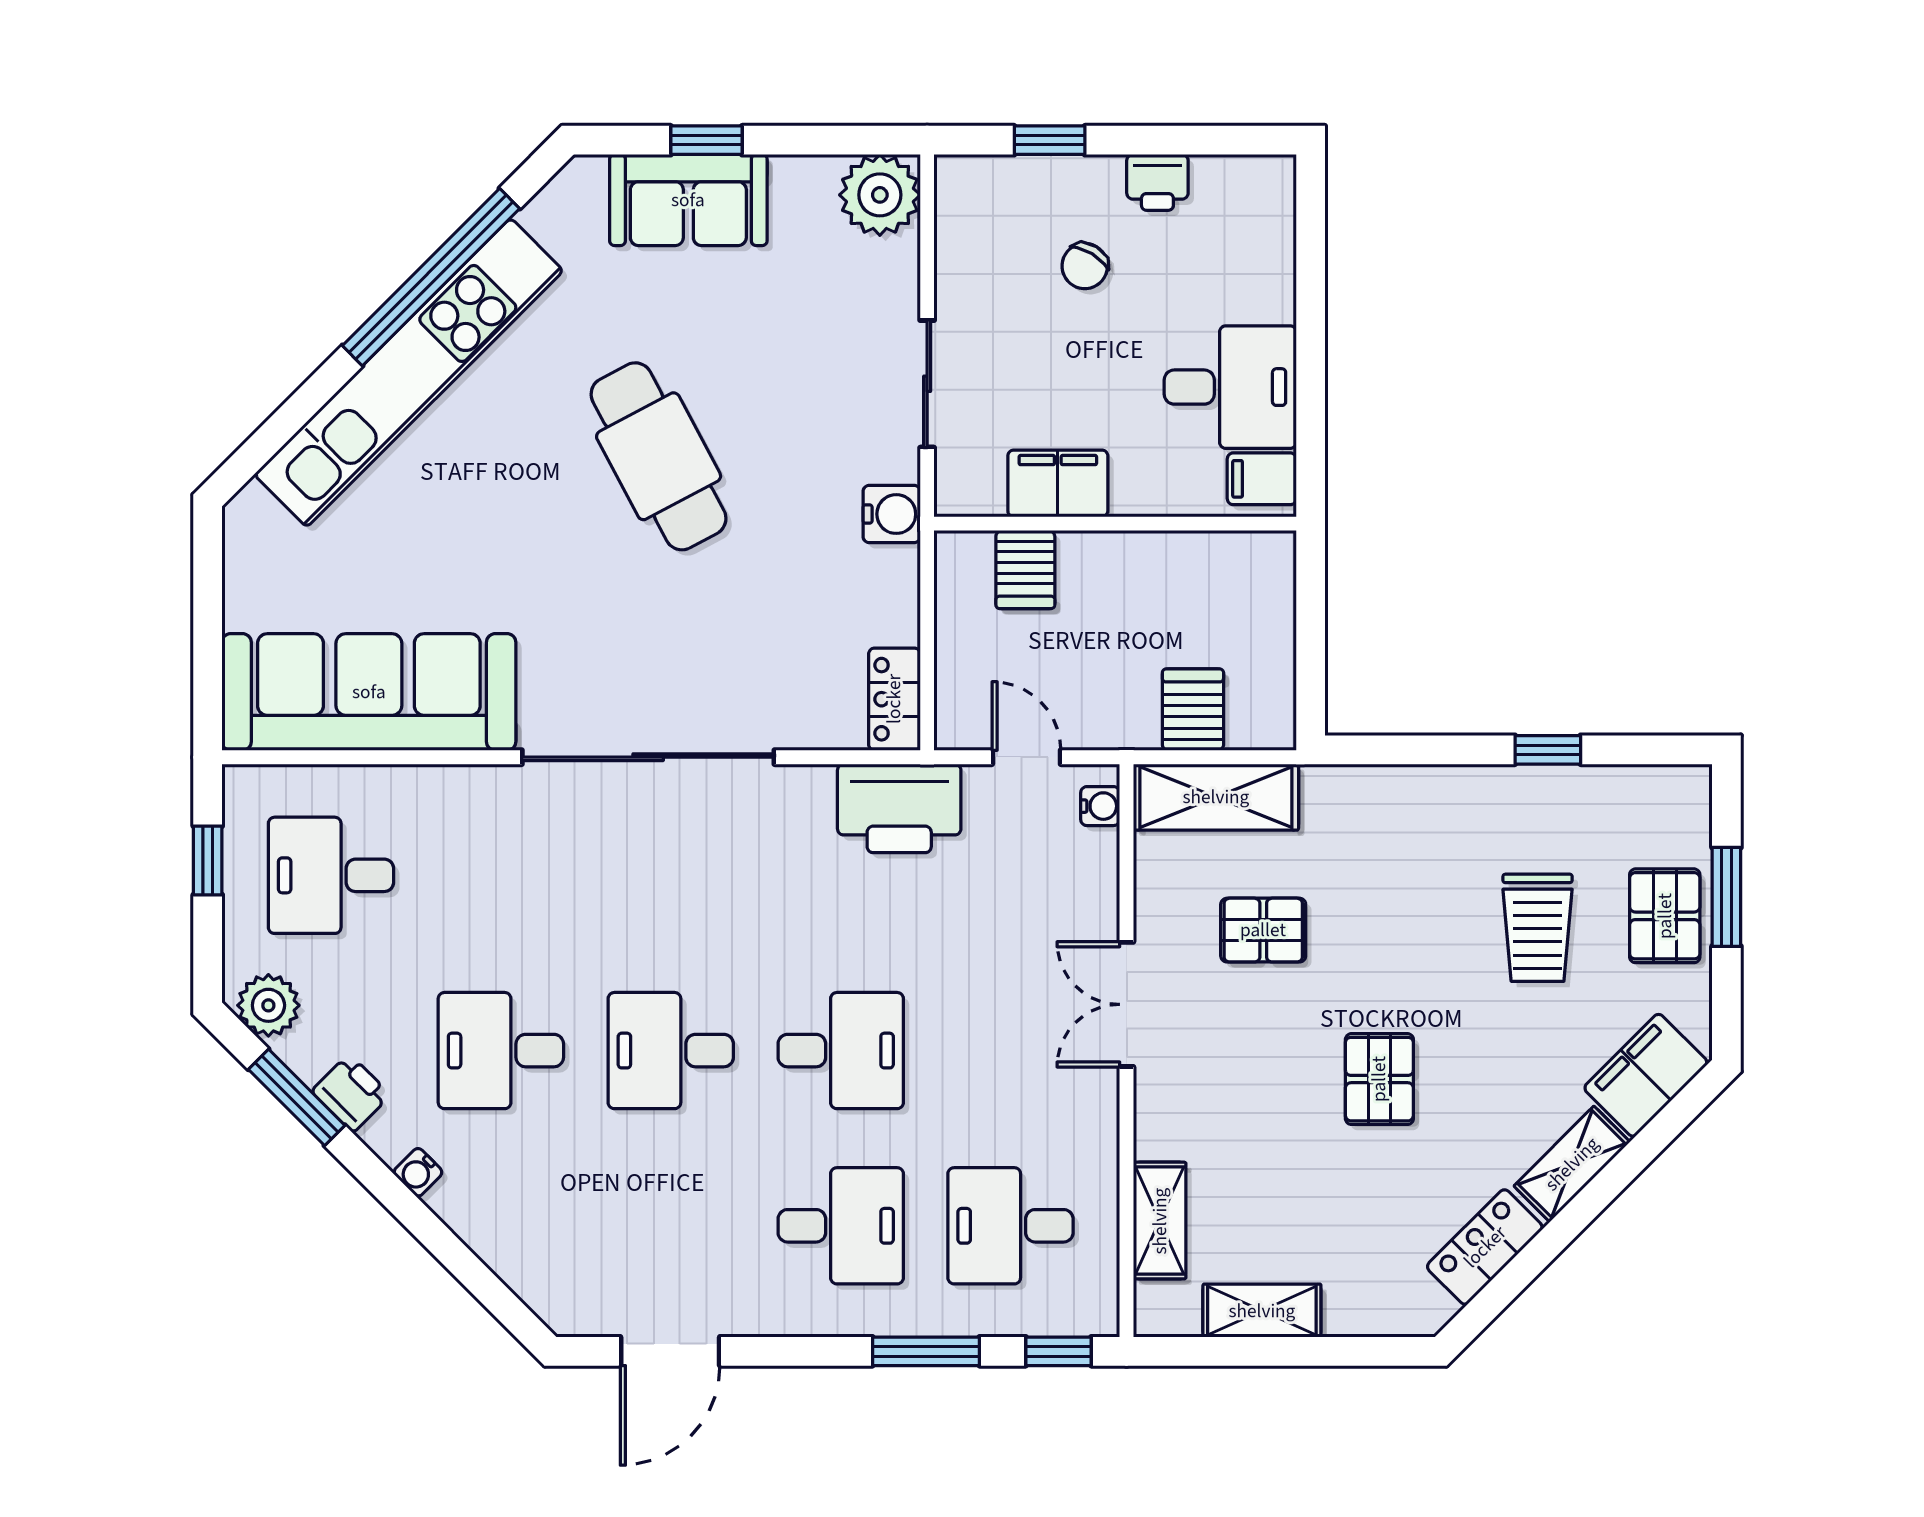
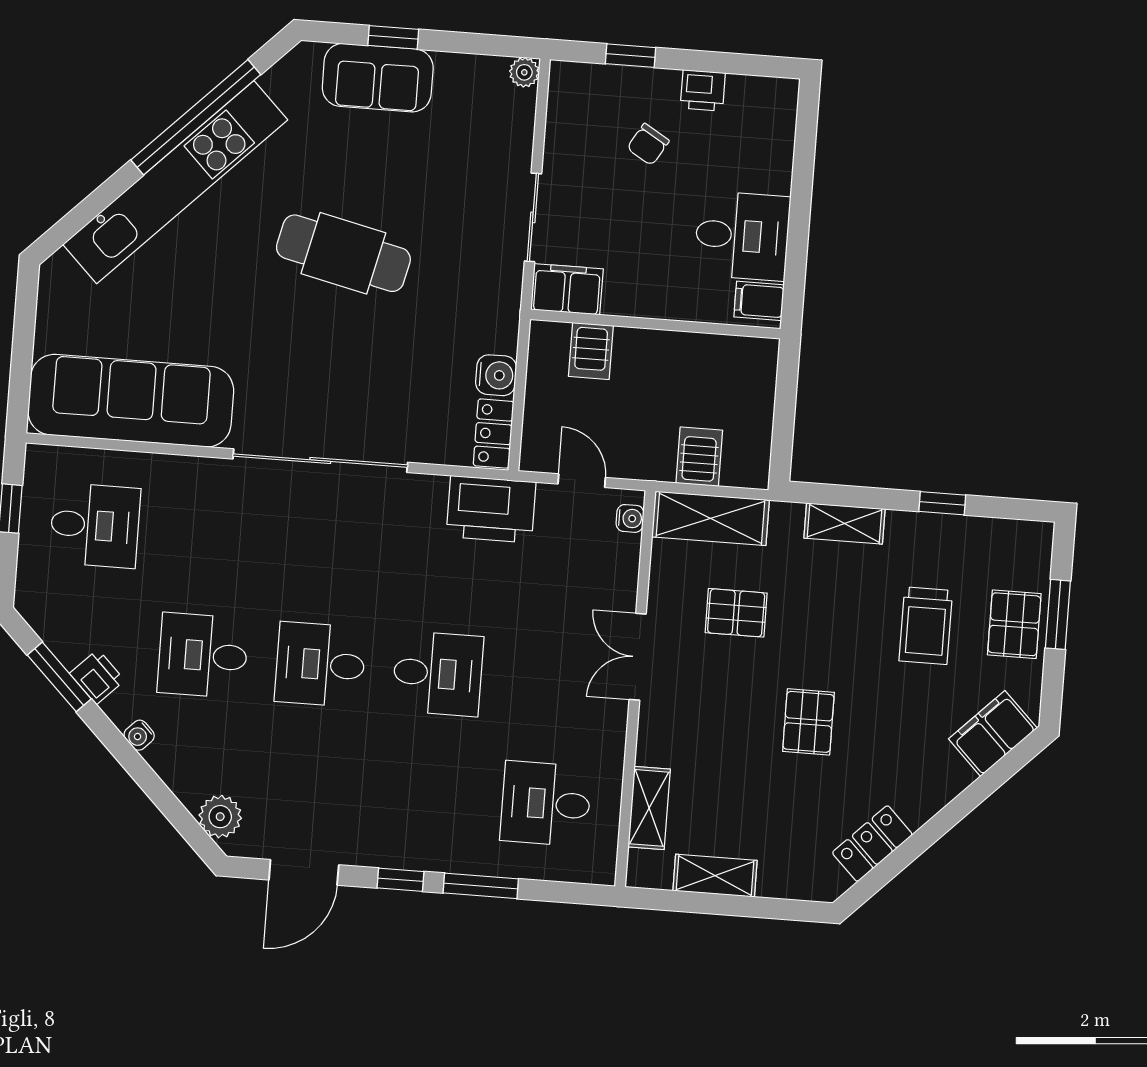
plant: (880, 195) -> (524, 72), width x0.53, depth x0.53
cafe table: (659, 456) -> (343, 253), turned -49
filing cabinet: (1058, 483) -> (567, 289), moved
water cooler: (892, 514) -> (496, 375), moved
desk: (331, 875) -> (95, 525), turned 180
plant: (268, 1005) -> (220, 817), moved
shelving: (1572, 1164) -> (845, 523), moved, turned 45
desk: (841, 1226) -> (428, 795), removed
window: (1058, 1351) -> (401, 880), moved

